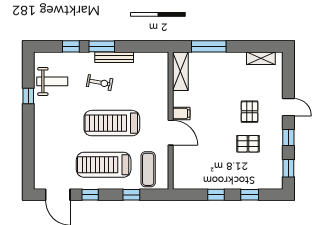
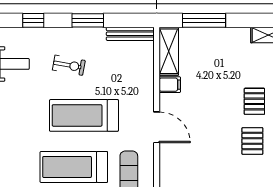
window: (102, 46) -> (88, 20), moved
bench: (114, 57) -> (130, 34), moved
filing cabinet: (181, 113) -> (170, 85), moved
pallet: (248, 144) -> (252, 141), turned 90

